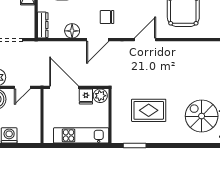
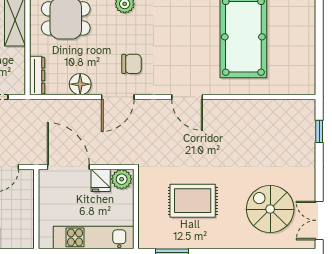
chair: (107, 17) -> (131, 64), turned 180
door: (145, 40) -> (187, 97), swing flipped

